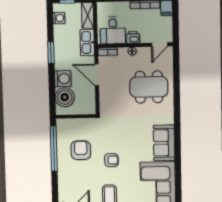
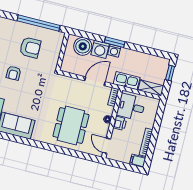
washing machine: (59, 18) -> (114, 51), moved
window: (51, 53) -> (115, 42), moved

